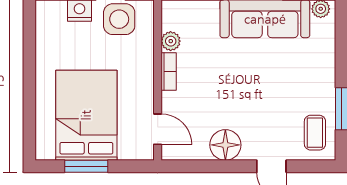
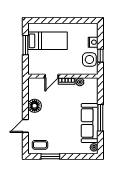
bed: (86, 115) -> (48, 41), width x0.67
door: (158, 129) -> (52, 76), moved

